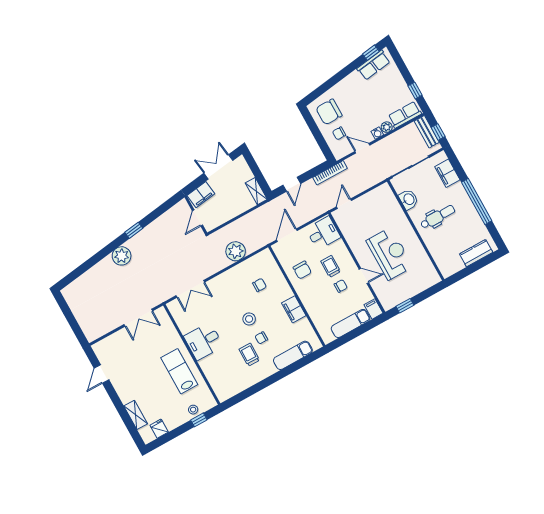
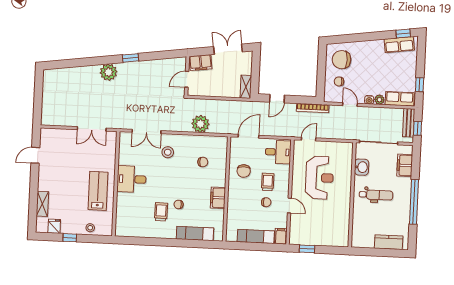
reception desk: (390, 254) -> (319, 178), moved
stool: (249, 319) -> (168, 152), moved
window: (199, 420) -> (70, 238), moved

